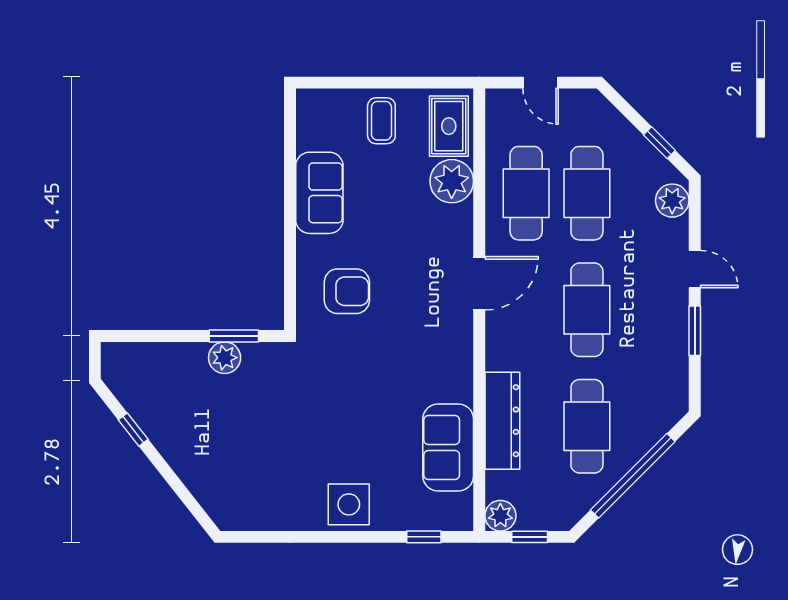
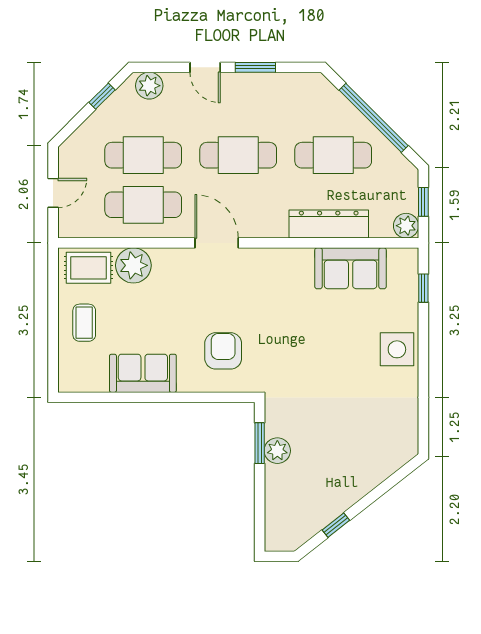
coffee table: (381, 121) -> (84, 323), turned 90
door: (695, 269) -> (205, 67), swing flipped

